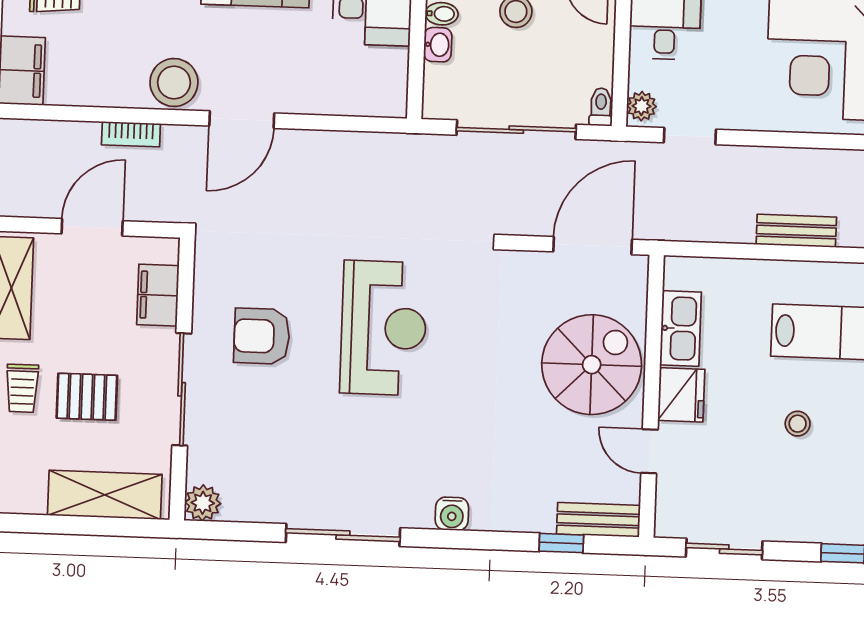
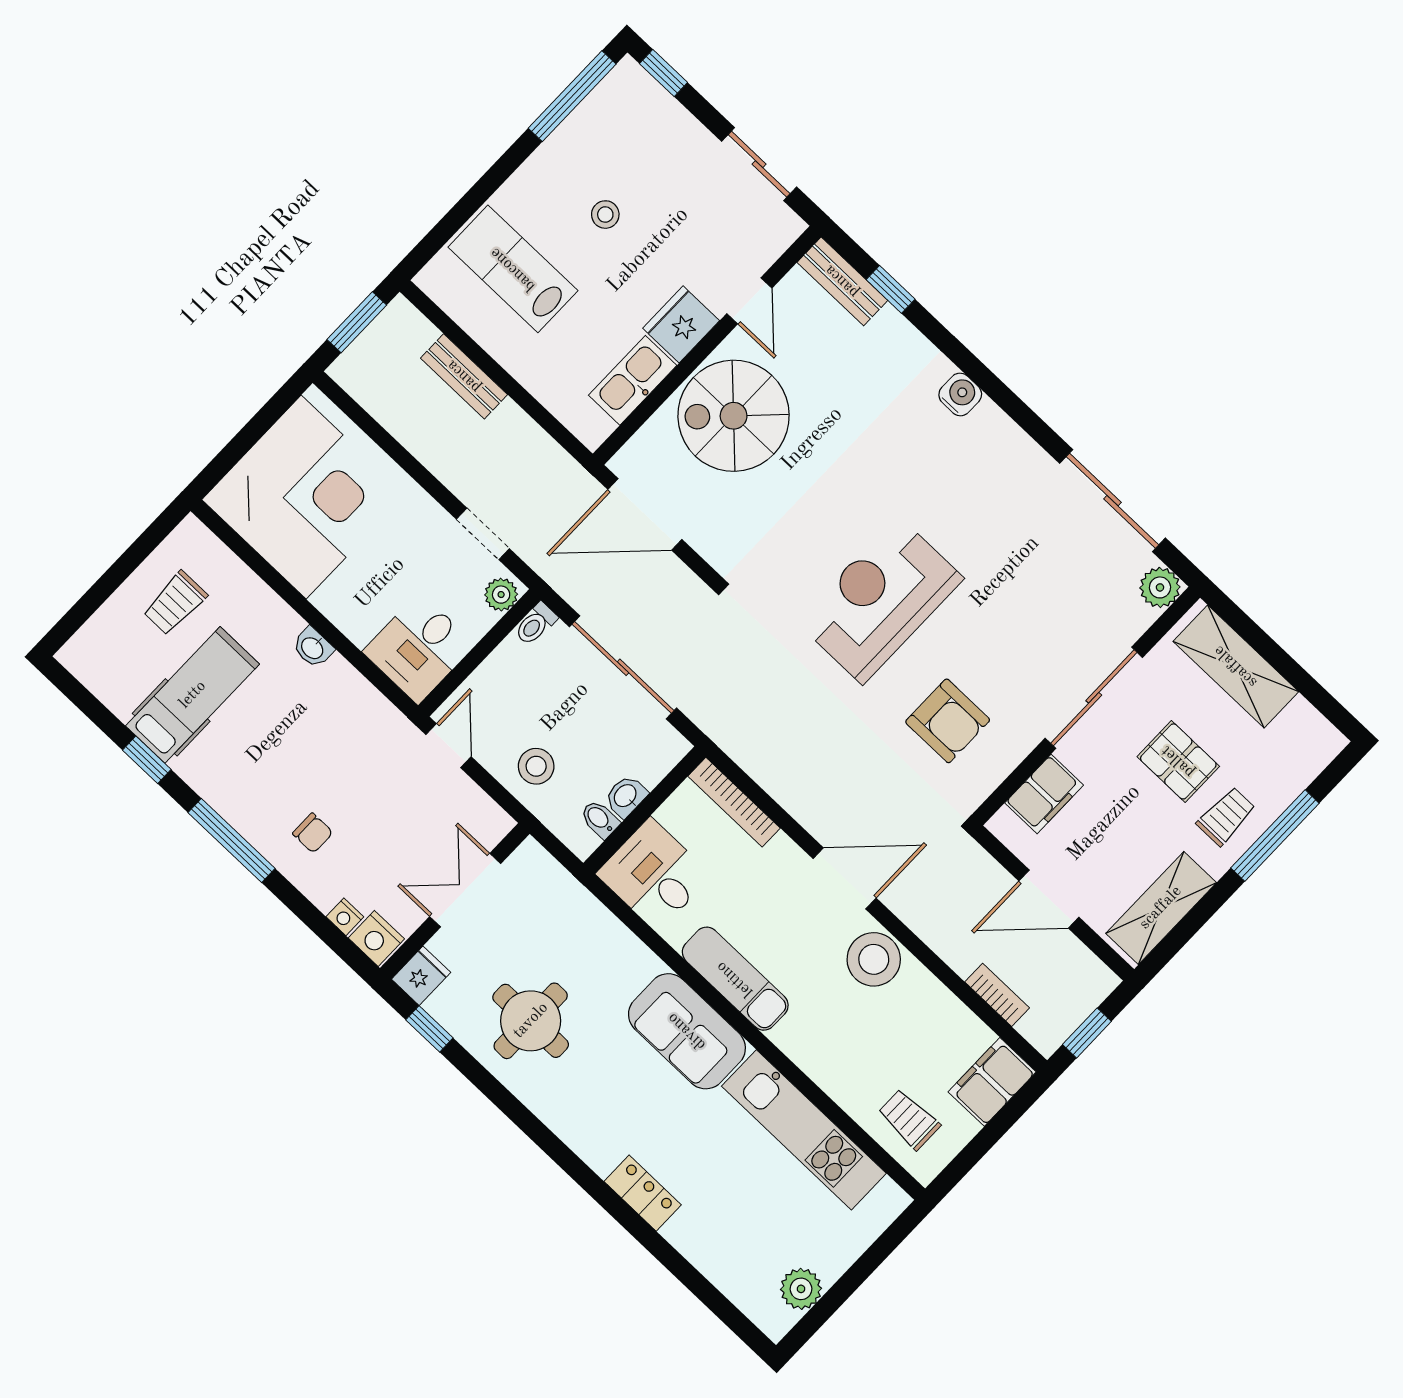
bookcase: (361, 105) -> (734, 802), added
bookcase: (131, 134) -> (997, 995), moved
armchair: (262, 336) -> (948, 721), moved
sliding door: (343, 535) -> (1113, 501), moved

